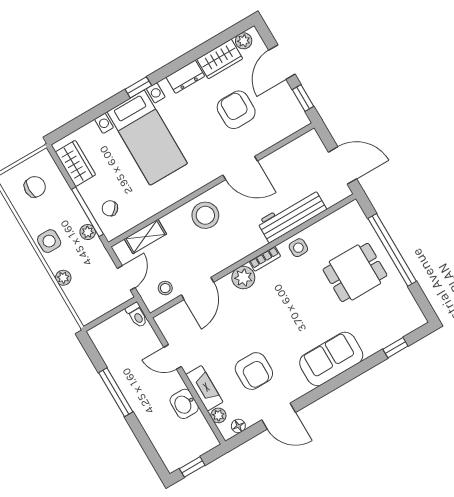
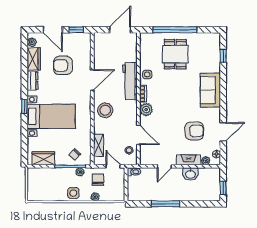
chair: (35, 187) -> (98, 180), moved
workbench: (292, 216) -> (130, 81), moved

